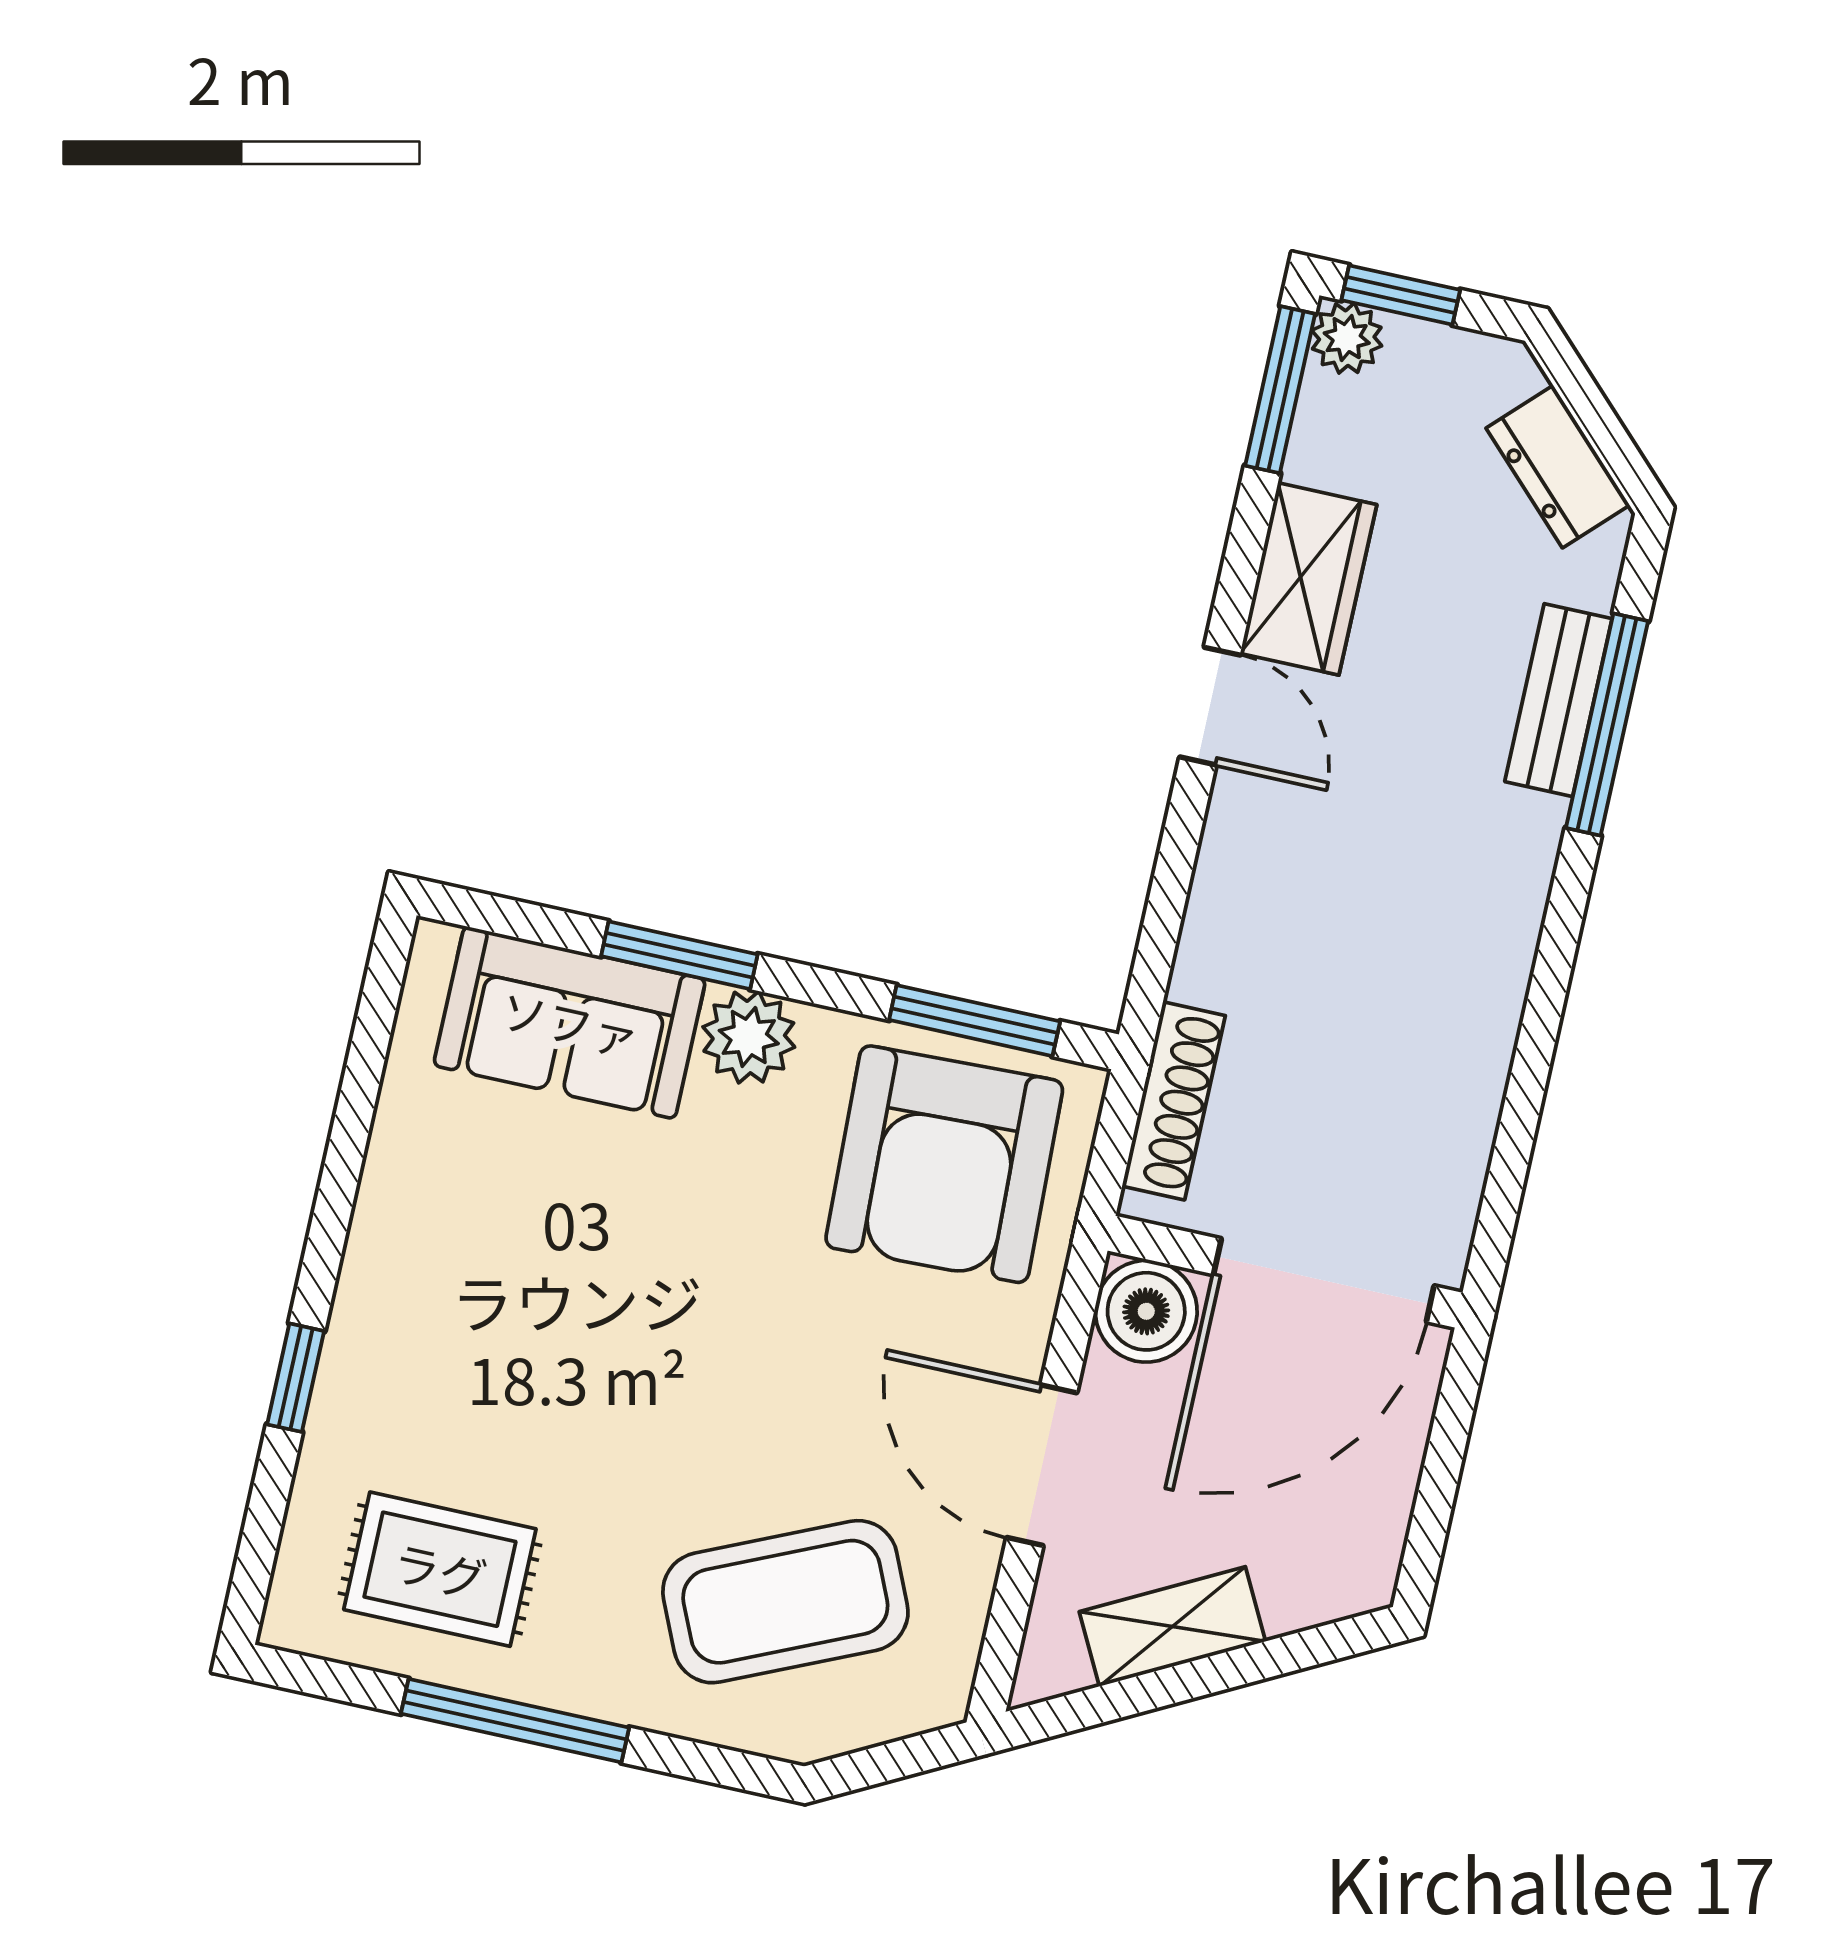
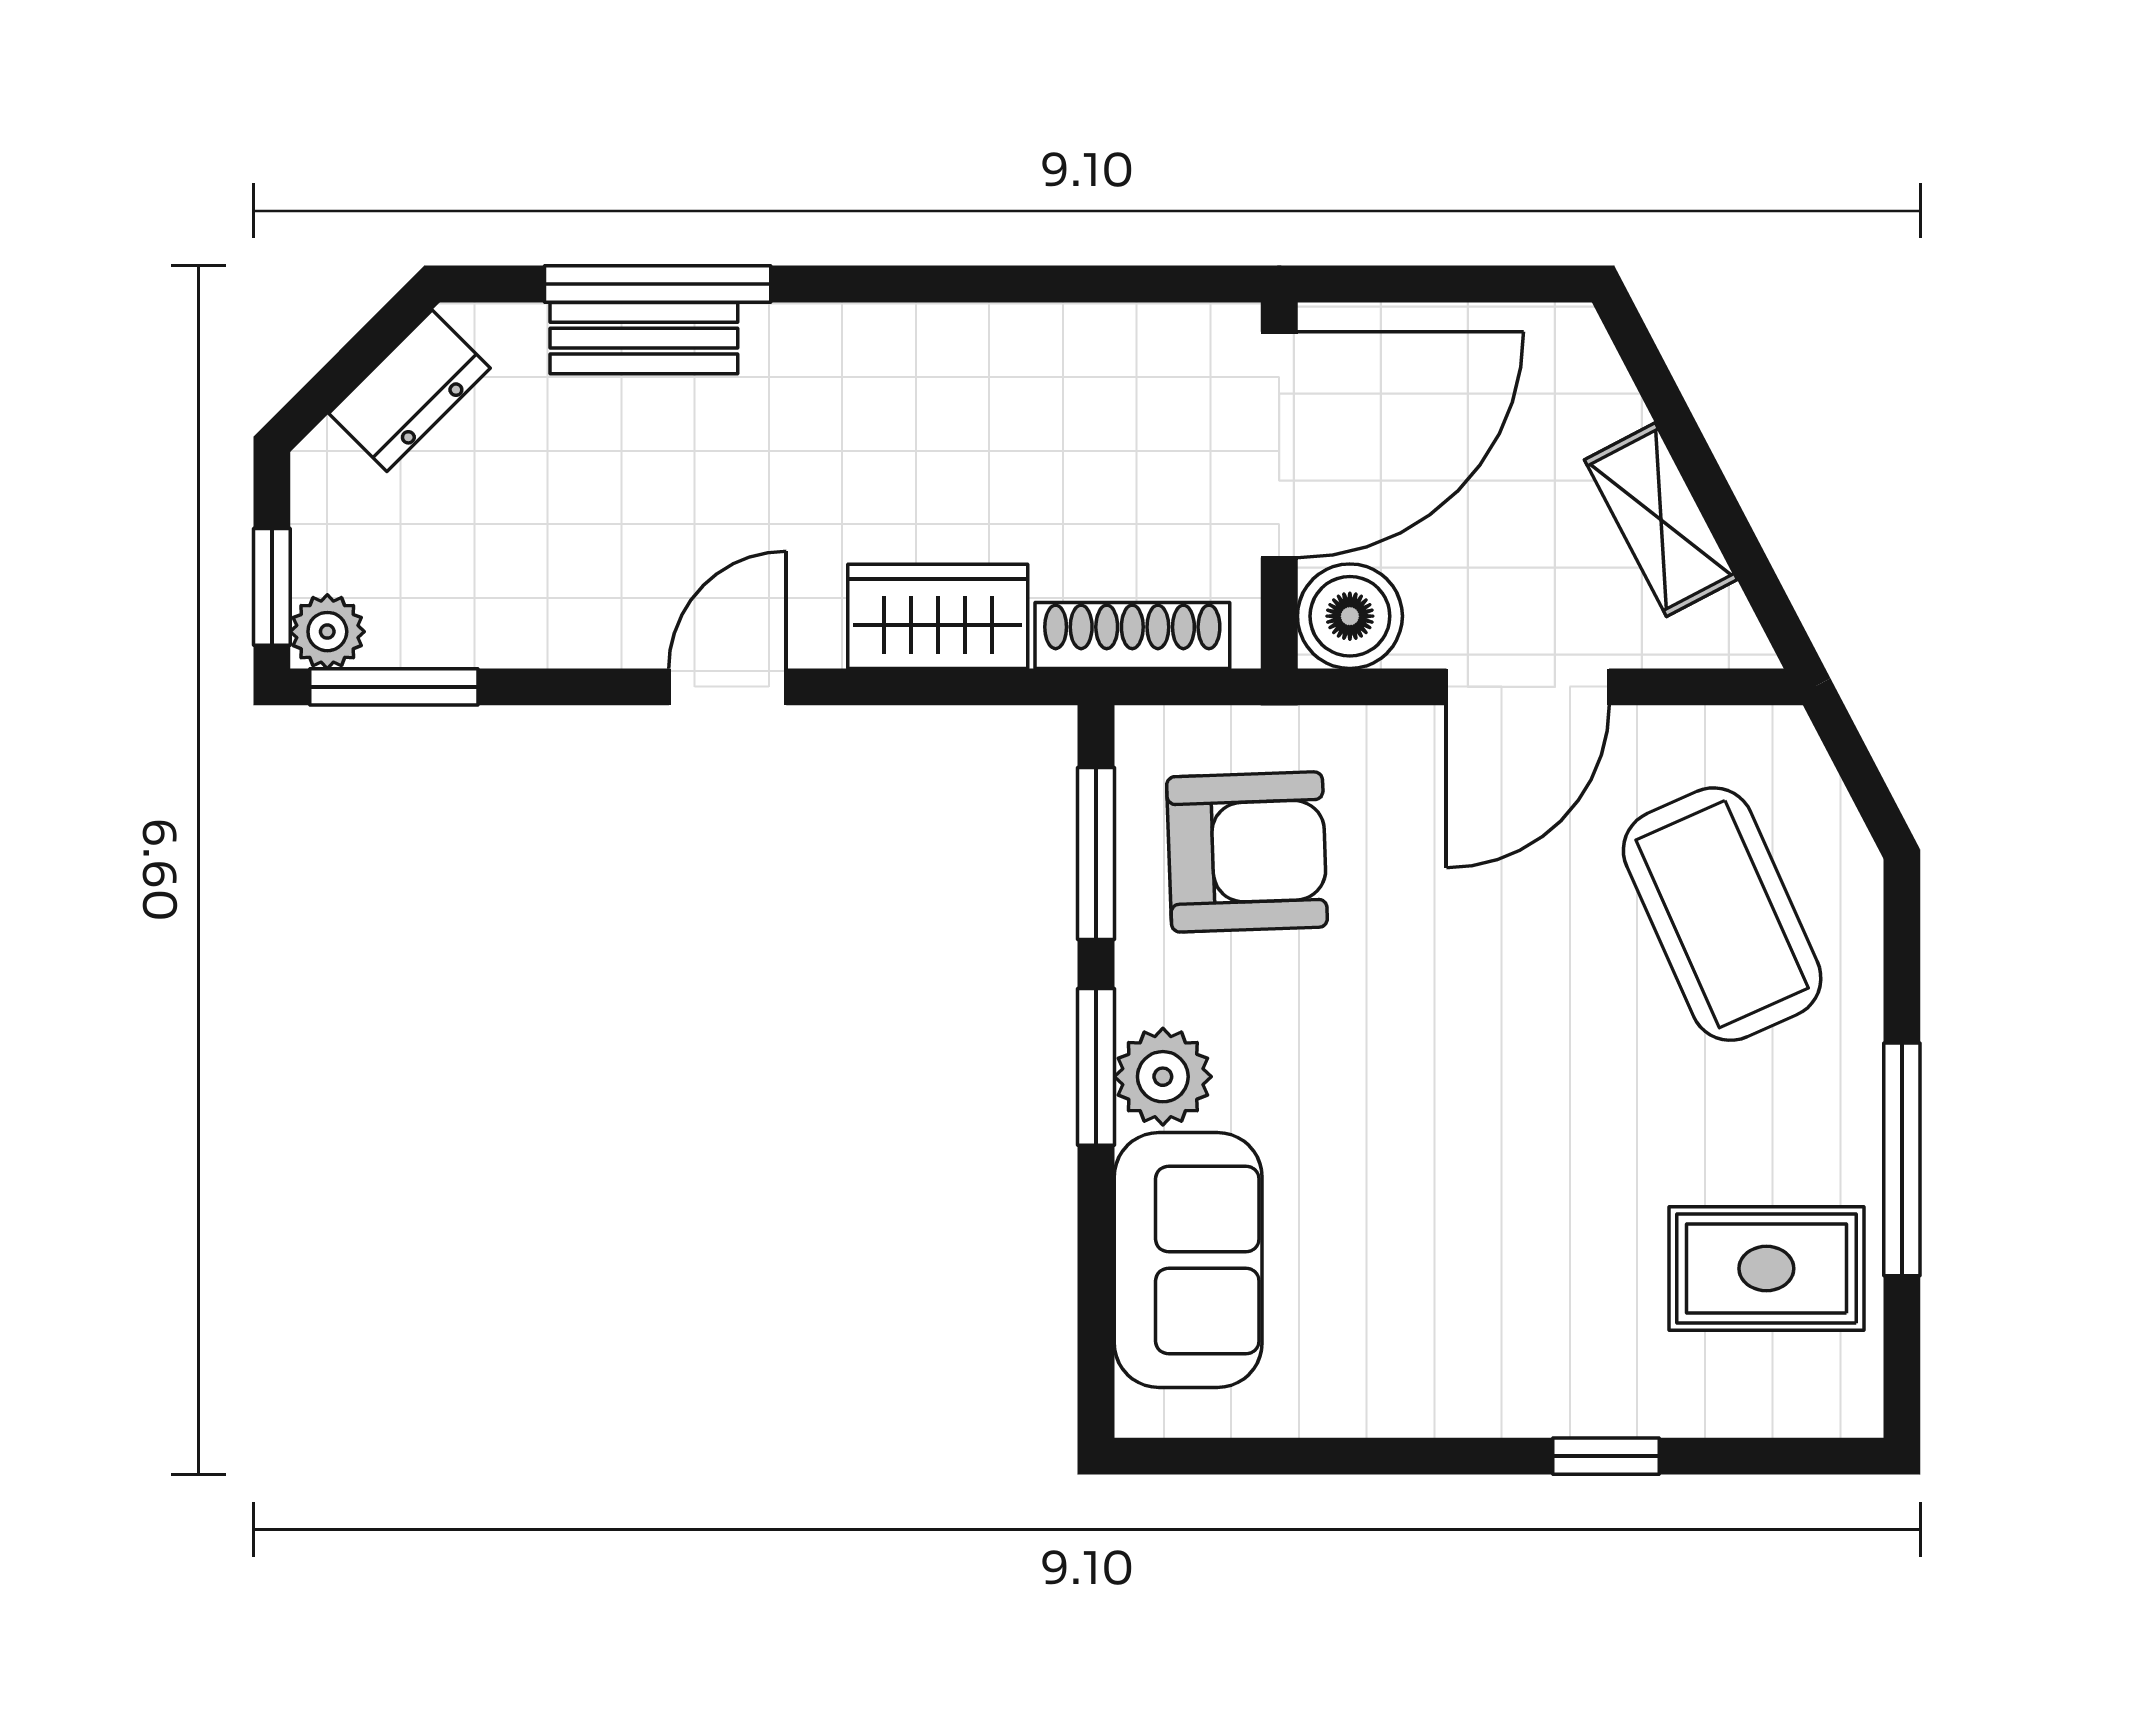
wardrobe: (1308, 579) -> (938, 616), moved
window: (679, 955) -> (1096, 1067), moved
armchair: (944, 1164) -> (1247, 852), width x0.73, depth x0.73
door: (1324, 1280) -> (1279, 445), hinge flipped
rug: (440, 1569) -> (1766, 1269), turned 90

